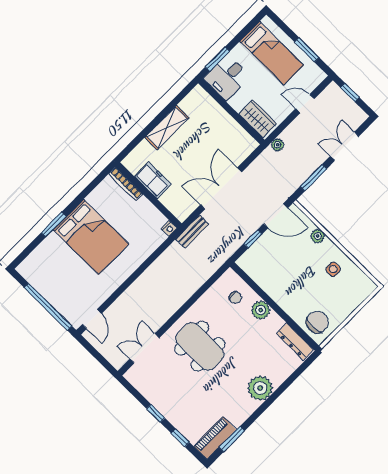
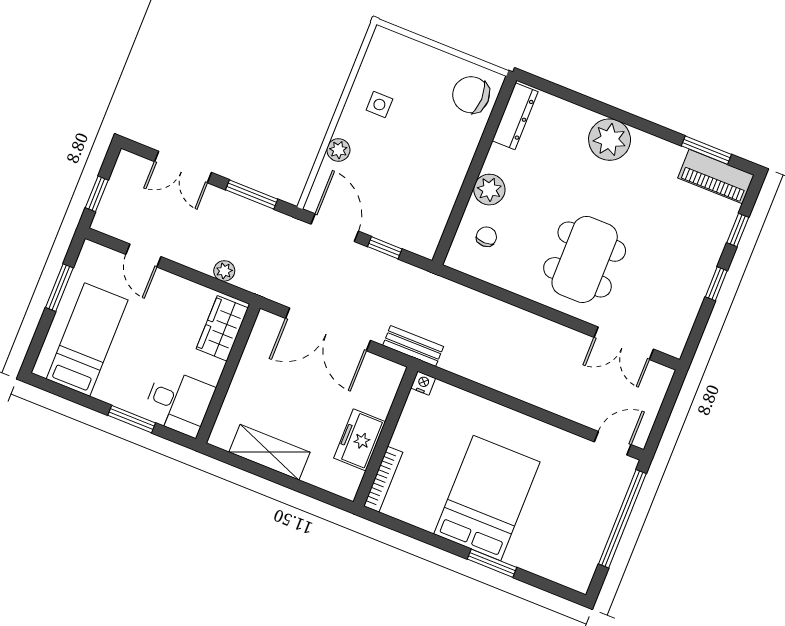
desk: (227, 77) -> (179, 402), moved
wall: (231, 111) -> (228, 373), moved
wardrobe: (258, 119) -> (222, 328), moved

